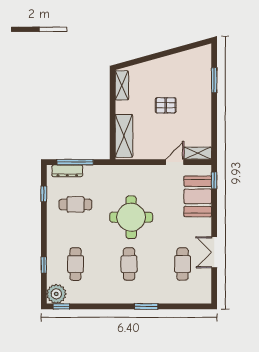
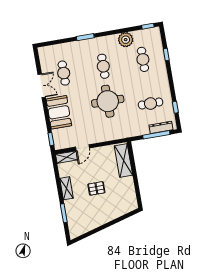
shelving: (122, 85) -> (67, 188), moved
booth: (198, 196) -> (59, 112), moved
plant: (56, 294) -> (126, 40), moved

